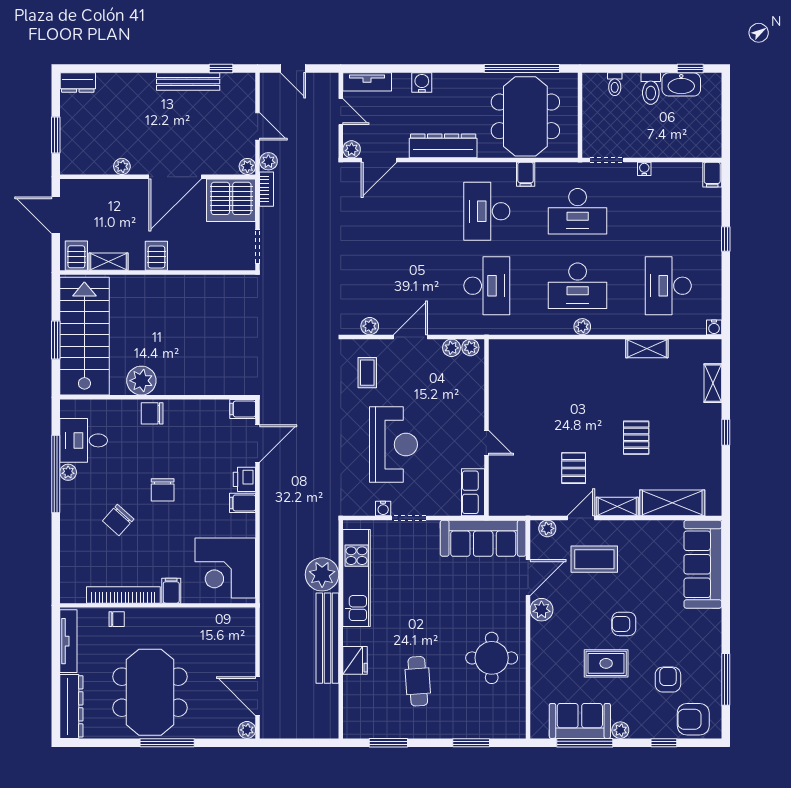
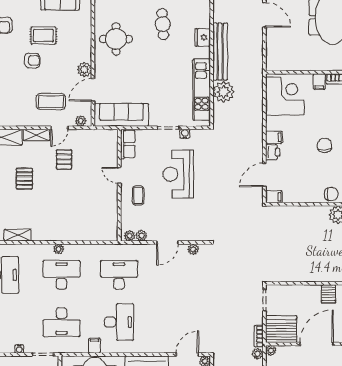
desk: (578, 211) -> (62, 322), turned 180
desk: (487, 286) -> (119, 275), turned 90
coffee table: (367, 373) -> (138, 195), moved

